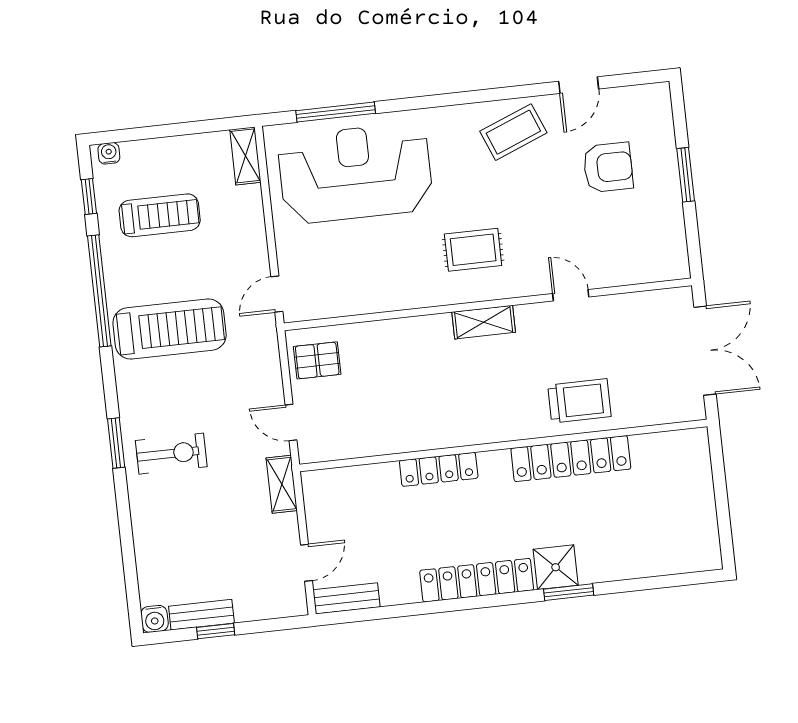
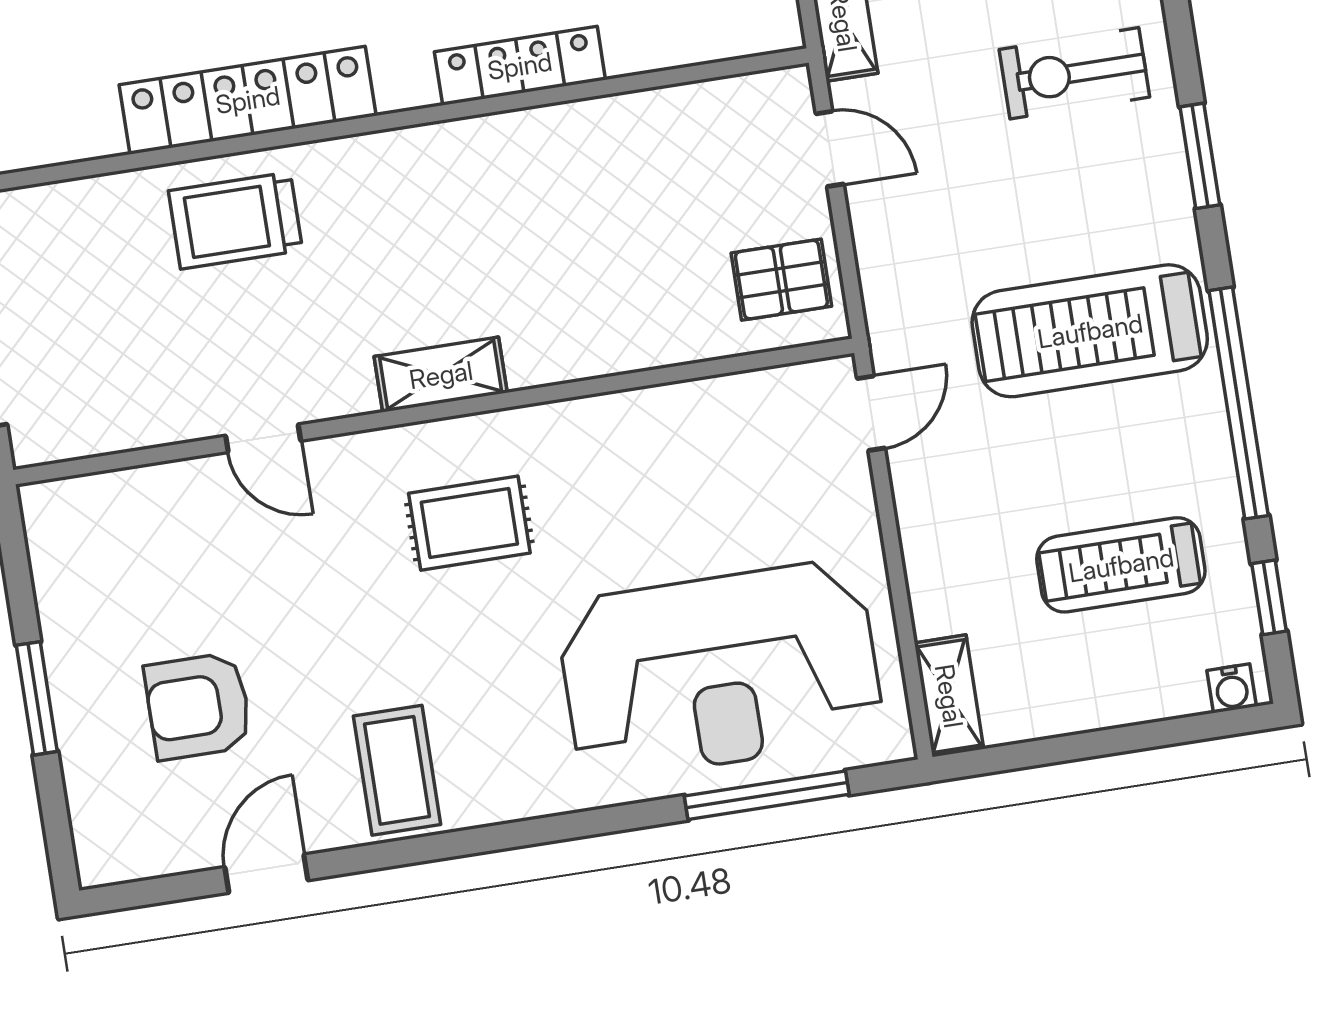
coffee table: (513, 132) -> (397, 770), turned -68
window: (116, 443) -> (1200, 156), moved

